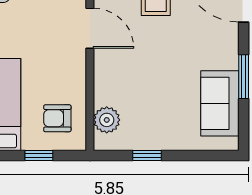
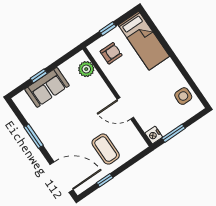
sofa: (220, 103) -> (47, 87), moved, turned 90
window: (147, 156) -> (39, 76), moved

